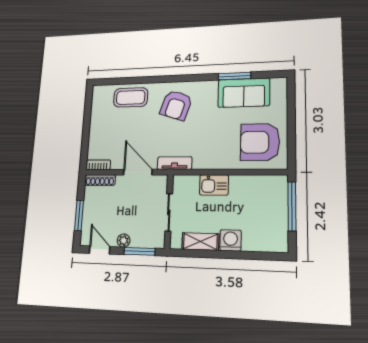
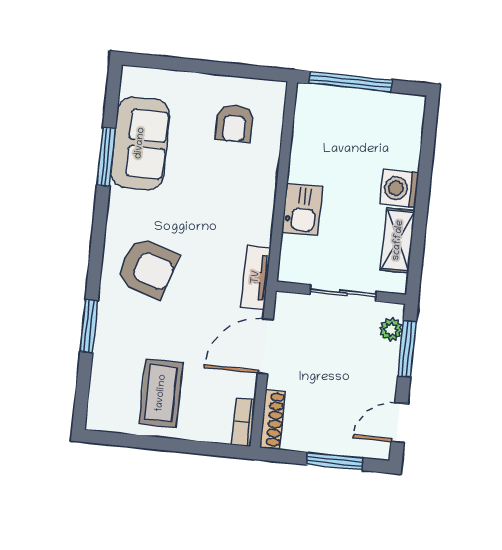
window: (144, 80) -> (89, 326), added
coffee table: (131, 97) -> (161, 393), moved
armchair: (260, 142) -> (235, 123), width x0.53, depth x0.53
plant: (124, 241) -> (391, 330), moved

